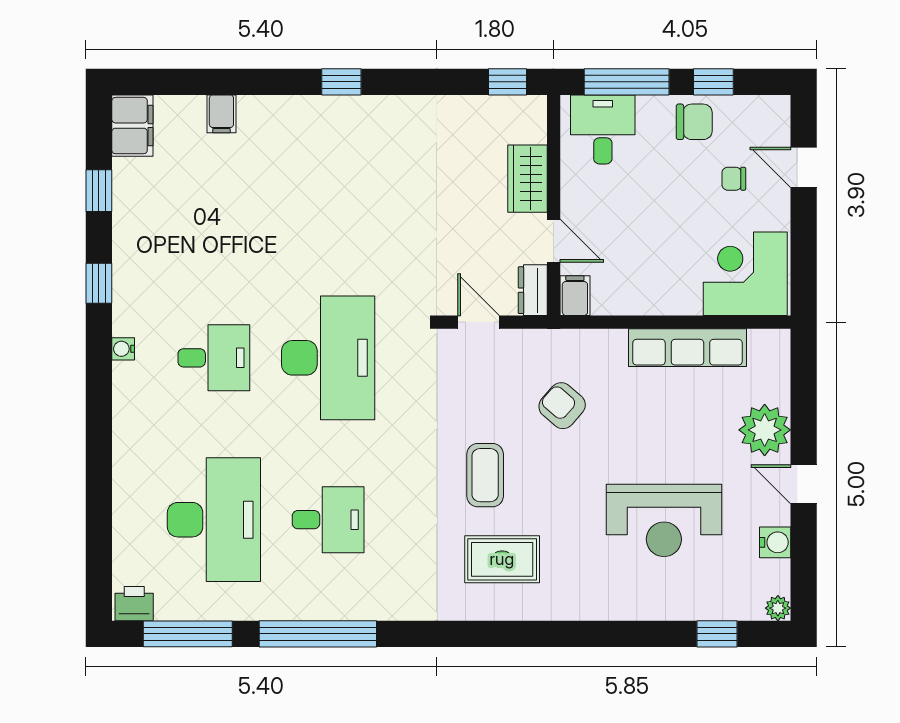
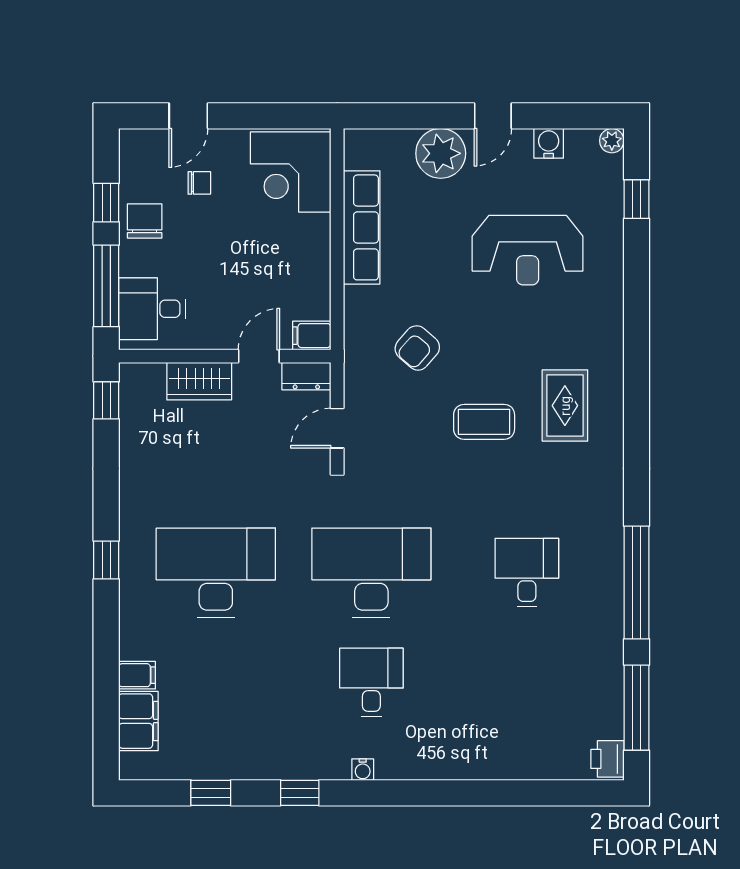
filing cabinet: (132, 126) -> (138, 721), moved, turned 90
chair: (734, 179) -> (199, 183), turned -90
desk: (214, 520) -> (216, 573), moved
reception desk: (664, 520) -> (528, 250), turned 90

